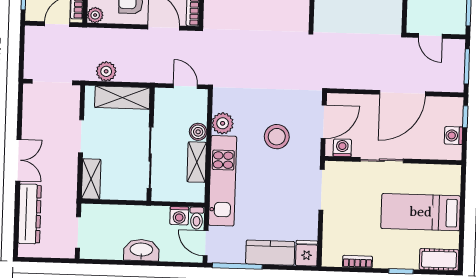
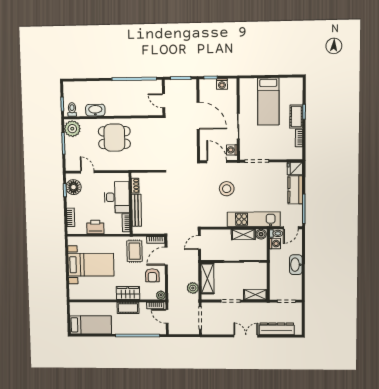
door: (430, 36) -> (164, 101), swing flipped
plant: (223, 123) -> (220, 220), removed
boiler: (198, 132) -> (261, 234), moved
cot: (439, 260) -> (296, 117), moved

